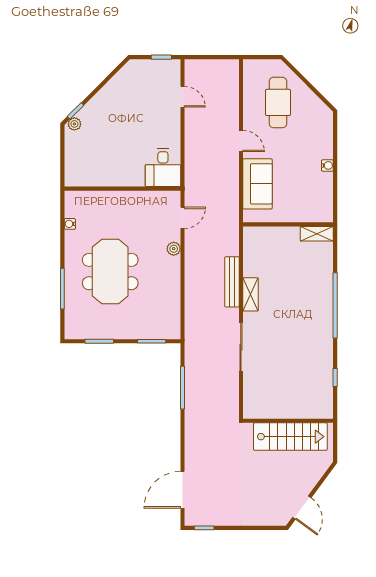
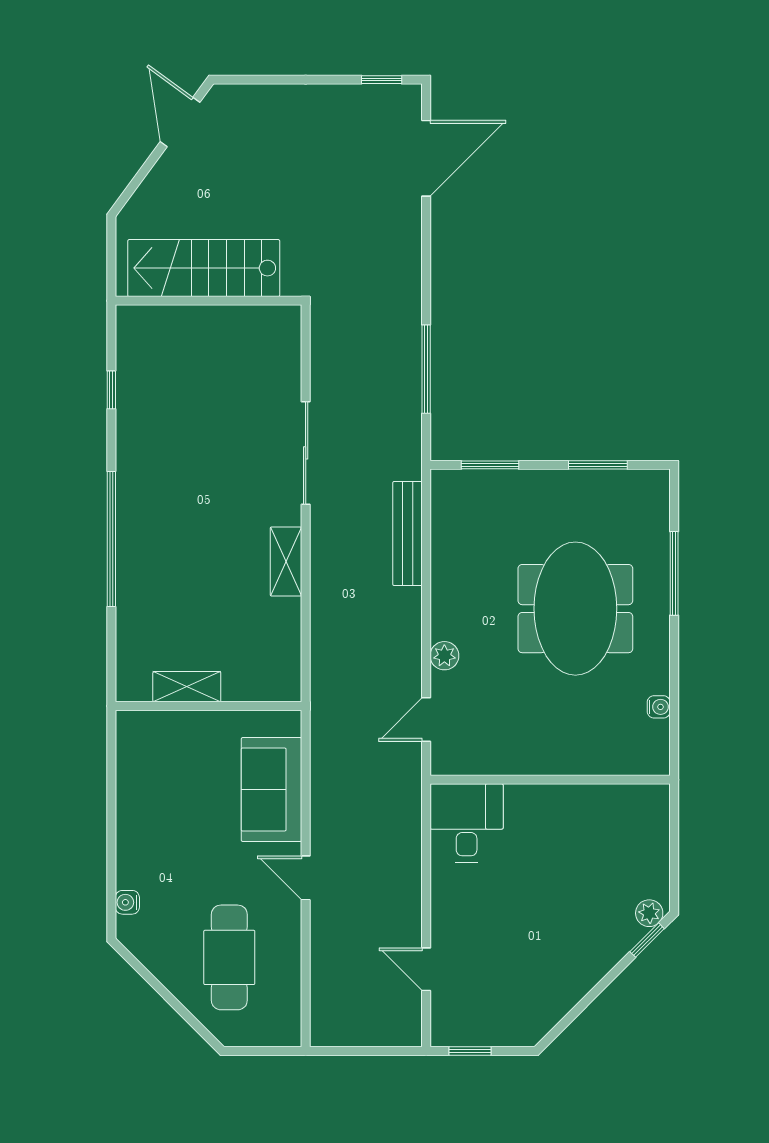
water cooler: (327, 165) -> (127, 902), moved
shelving: (317, 234) -> (187, 687), moved
bench: (232, 282) -> (408, 534), moved

